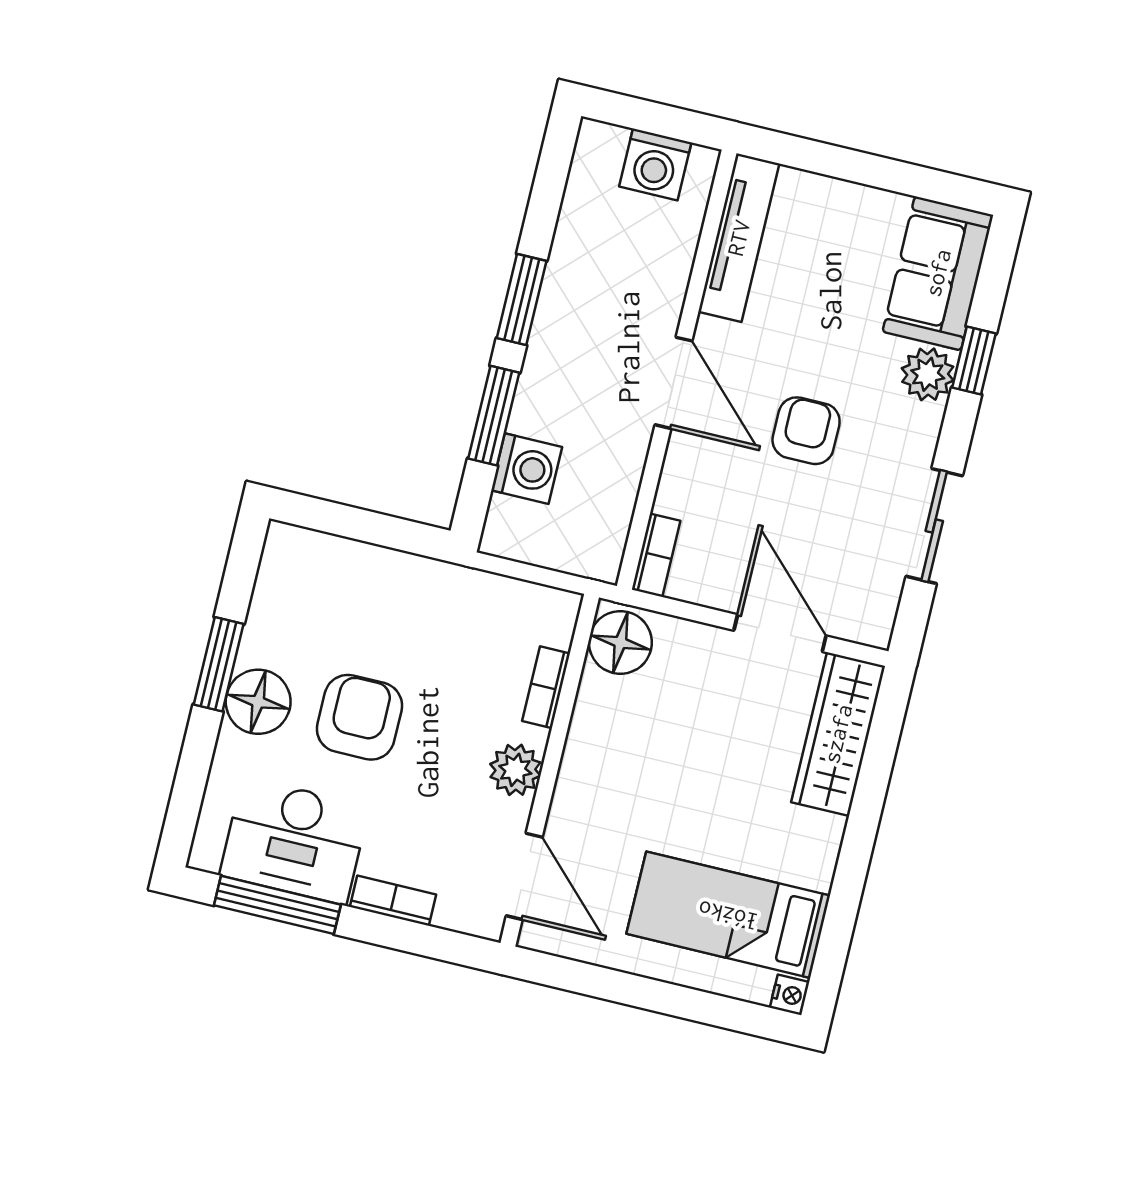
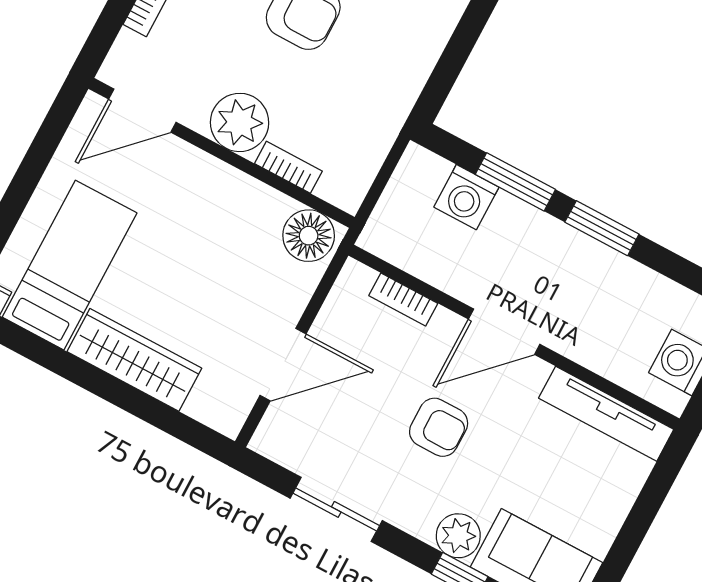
bookcase: (656, 555) -> (403, 299), moved
wardrobe: (838, 734) -> (134, 360), moved
plant: (515, 770) -> (240, 122), width x1.36, depth x1.36

